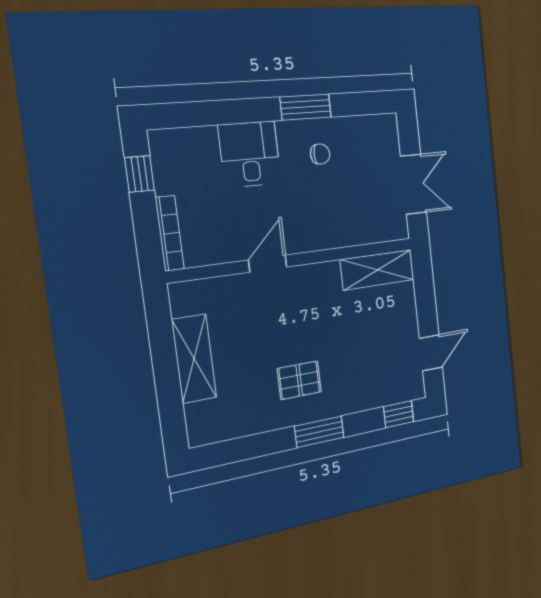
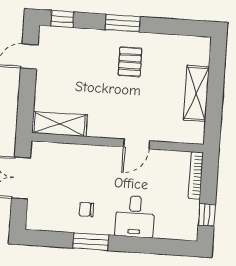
pallet: (299, 380) -> (130, 62), turned 90

